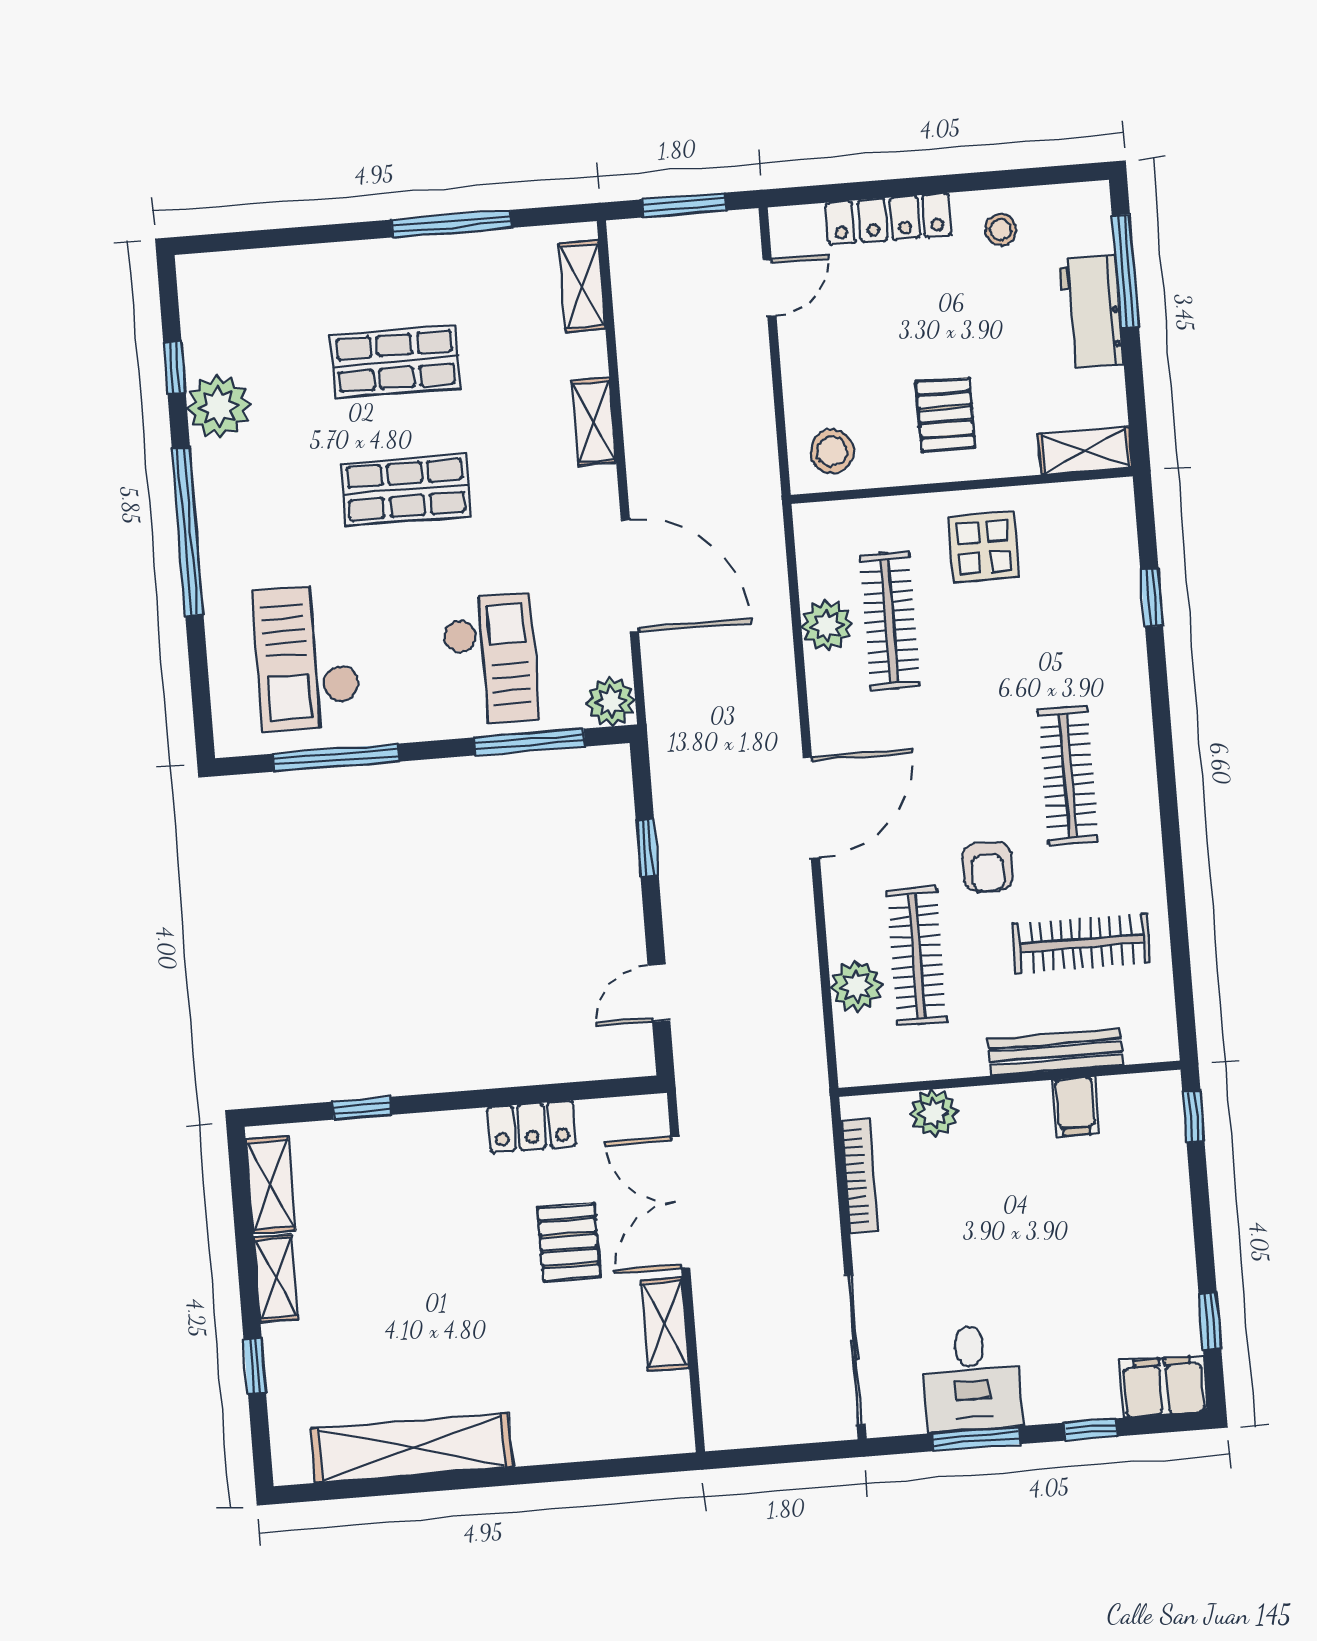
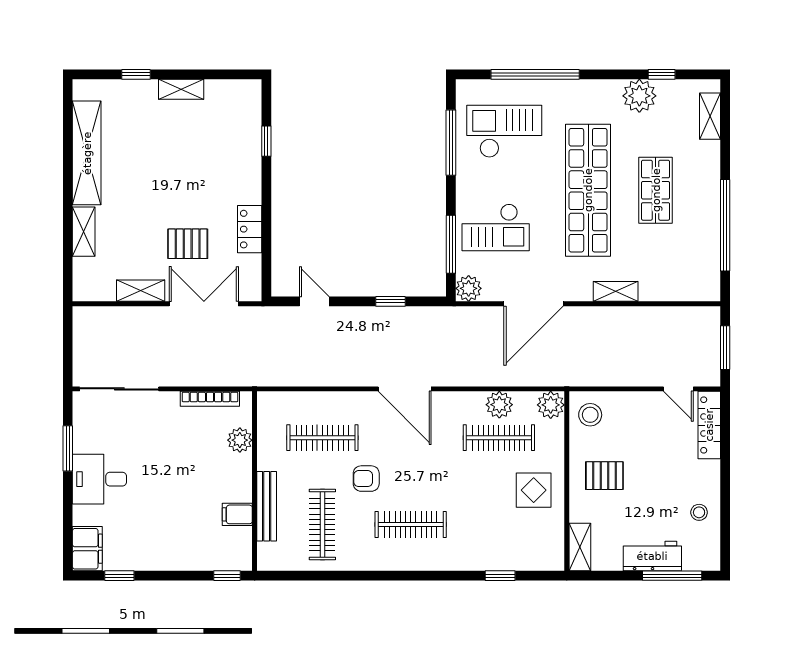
locker: (889, 219) -> (709, 425), moved
window: (451, 224) -> (725, 225), width x1.46
shelving: (582, 286) -> (710, 116), moved, turned 90
shop shelf: (406, 490) -> (588, 190), width x2.00, depth x1.36
window: (188, 532) -> (535, 74), moved
plant: (856, 986) -> (551, 405), moved
shelving: (271, 1185) -> (84, 232), moved, turned 90
desk: (971, 1378) -> (99, 479), moved
window: (1091, 1429) -> (68, 509), removed

